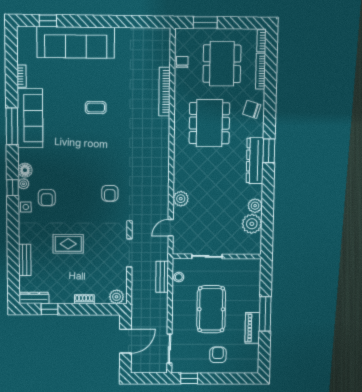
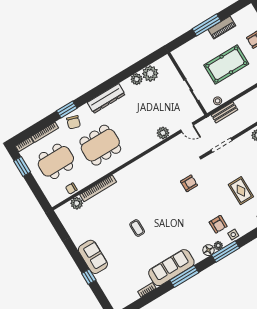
window: (48, 21) -> (89, 277), moved
window: (205, 22) -> (22, 167), moved
sofa: (76, 42) -> (93, 257), width x0.54, depth x0.79
plant: (163, 58) -> (77, 203), added
window: (269, 151) -> (67, 110), moved
window: (13, 188) -> (226, 251), width x2.17
armchair: (47, 198) -> (218, 224), turned 90

